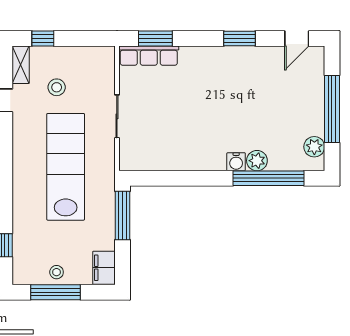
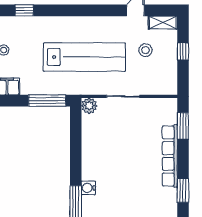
window: (43, 39) -> (183, 51), moved
row of seats: (149, 56) -> (170, 156), moved, width x1.36
plant: (257, 161) -> (89, 106), moved

